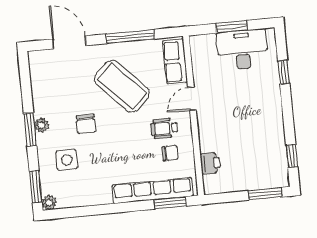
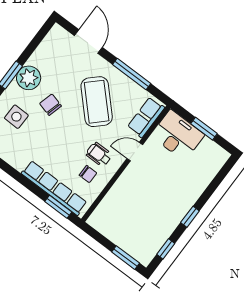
desk: (242, 50) -> (178, 135), moved
window: (284, 72) -> (190, 217), moved
chair: (86, 124) -> (50, 105), turned 105
plant: (42, 125) -> (29, 78), width x1.87, depth x1.87
printer: (210, 163) -> (108, 205), removed

